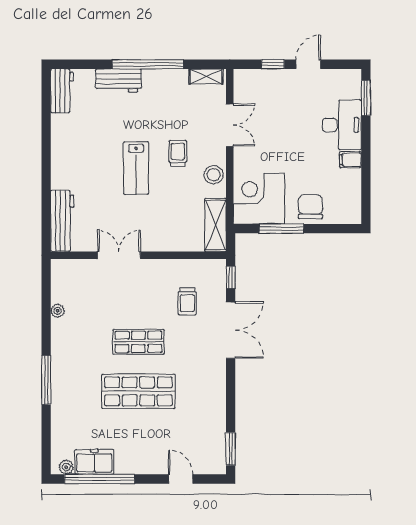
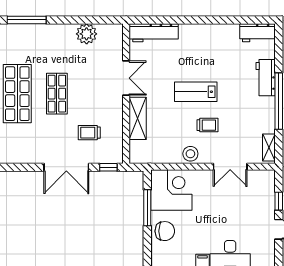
shelving: (215, 225) -> (138, 118), moved, turned 90
plant: (58, 311) -> (87, 34), width x1.88, depth x1.88

